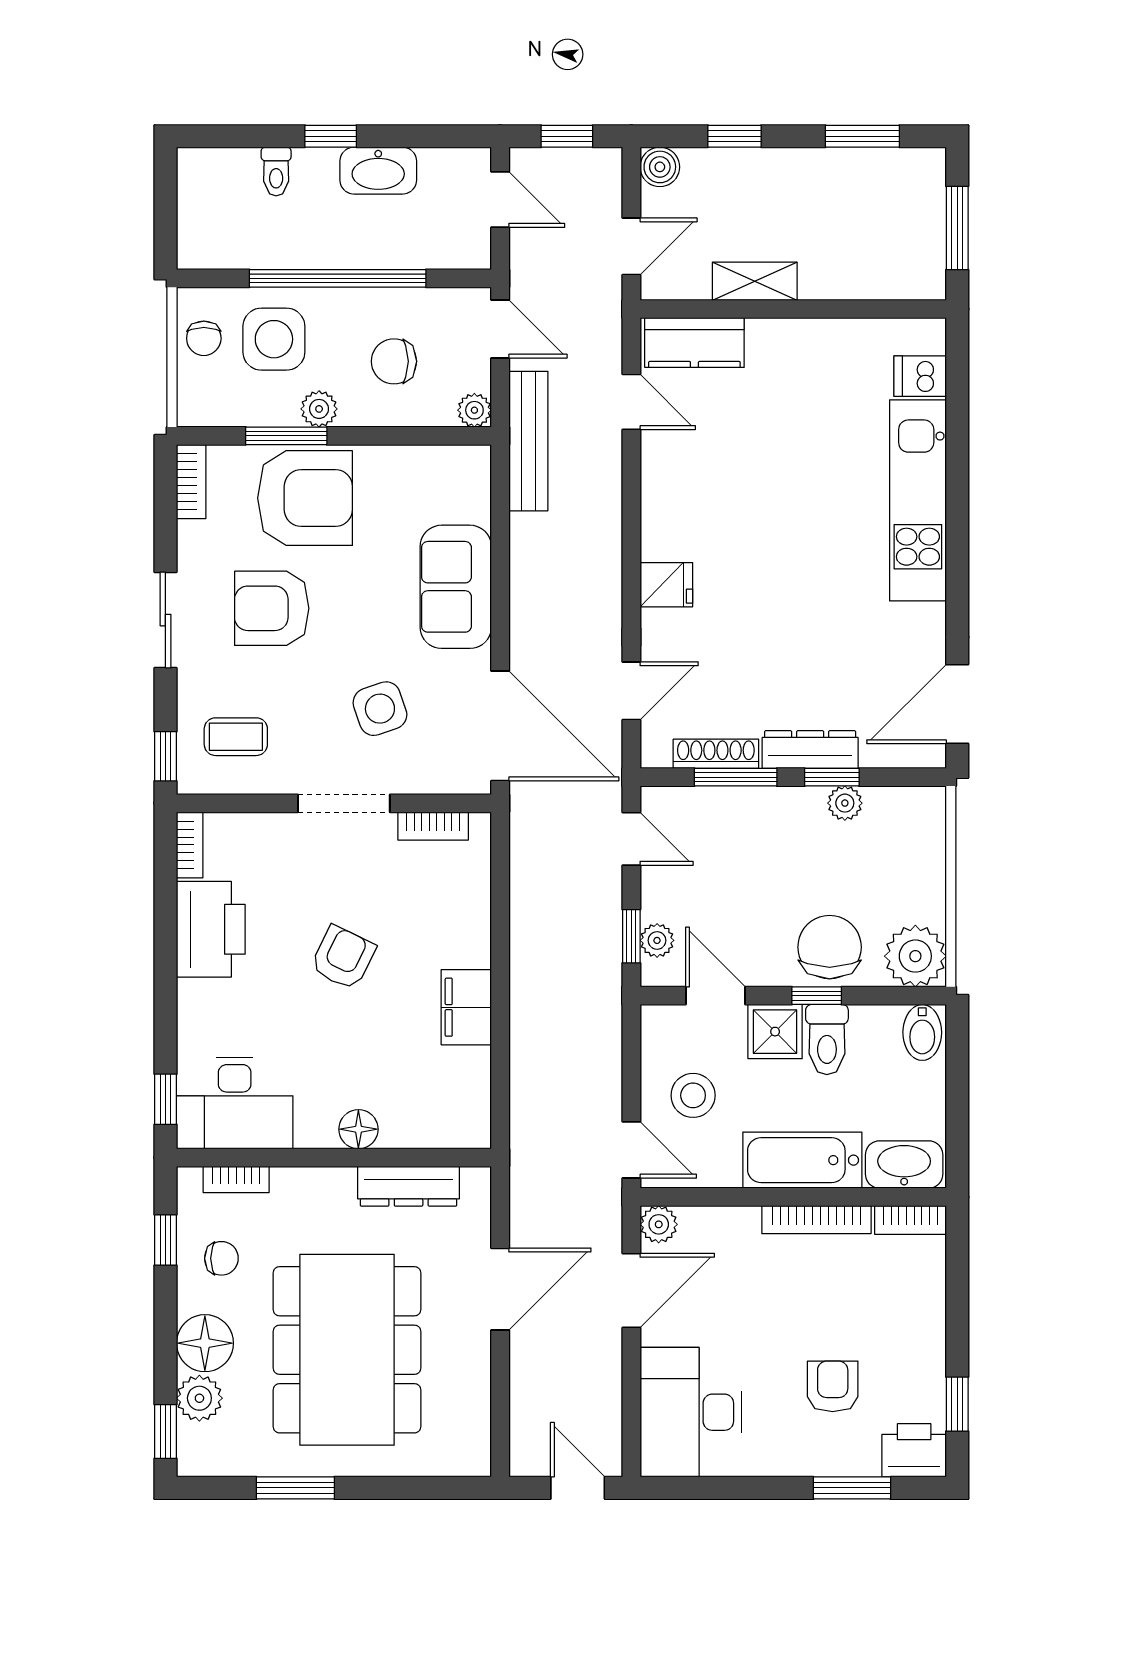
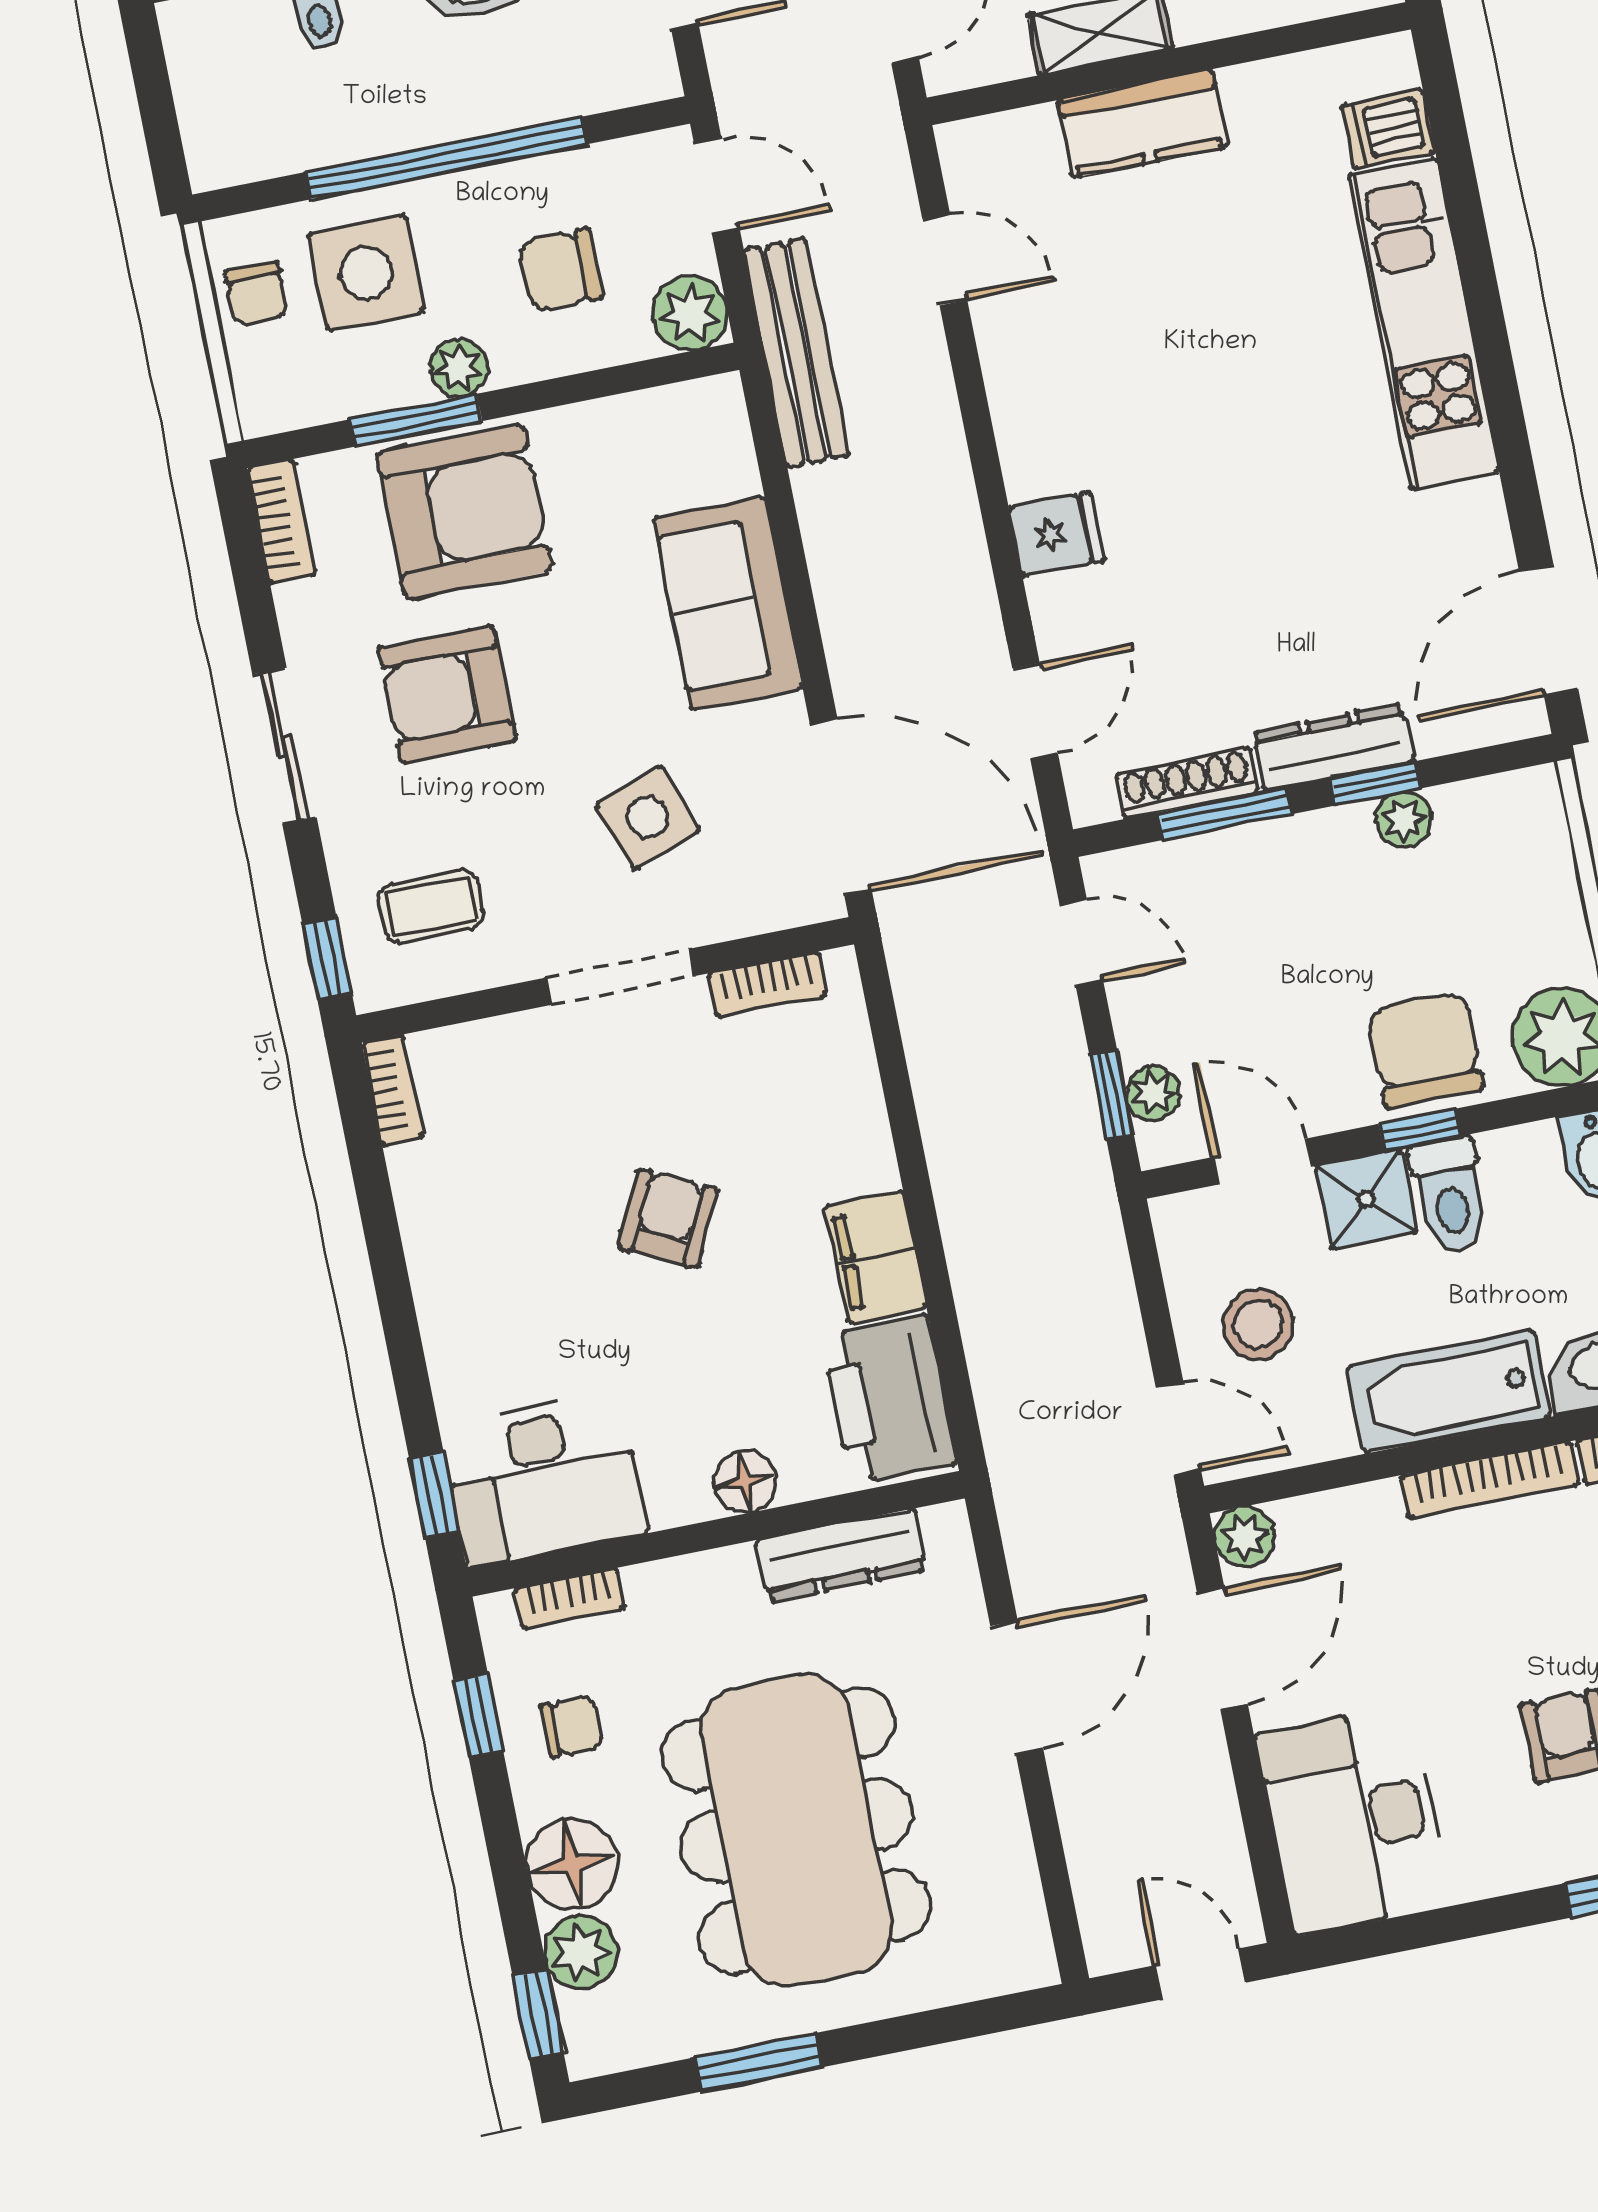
kitchen counter: (694, 343) -> (1143, 123), moved
plant: (474, 410) -> (690, 313), width x1.38, depth x1.38
printer: (211, 929) -> (889, 1399), moved, turned 180

